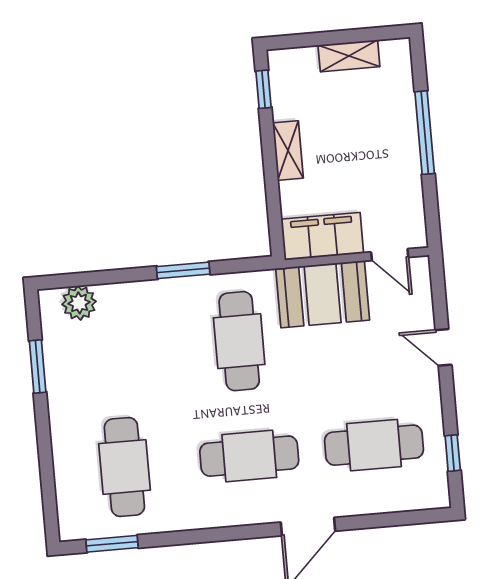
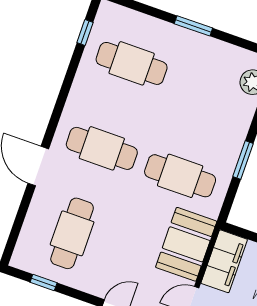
window: (38, 366) -> (193, 26), moved
cafe table: (249, 456) -> (102, 148), turned 90
window: (112, 544) -> (85, 33), width x0.67

